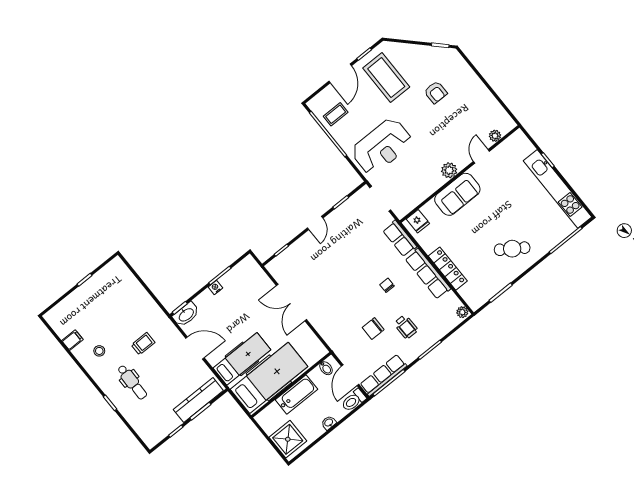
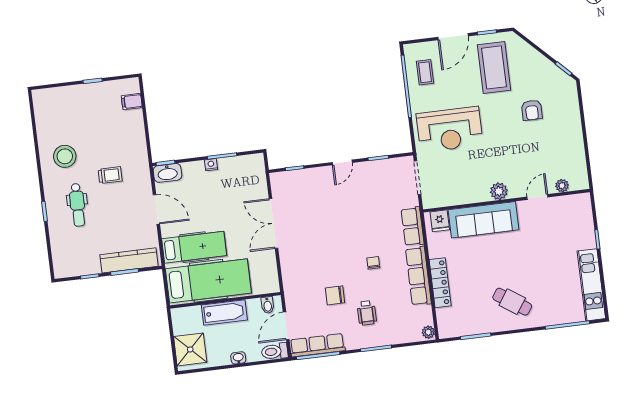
coffee table: (336, 114) -> (425, 72), turned 90
kitchen unit: (558, 189) -> (591, 285), width x0.73
sofa: (457, 194) -> (484, 220), width x1.36
filing cabinet: (72, 340) -> (132, 102), moved, turned 180
stool: (99, 351) -> (65, 156), width x1.89, depth x1.89

